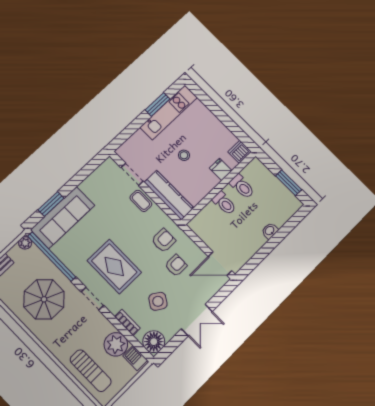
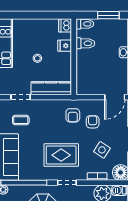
coffee table: (141, 201) -> (21, 120), moved
toilet: (224, 203) -> (85, 24), moved
armchair: (163, 240) -> (73, 115), turned 180

